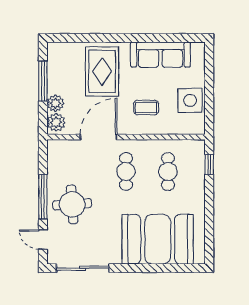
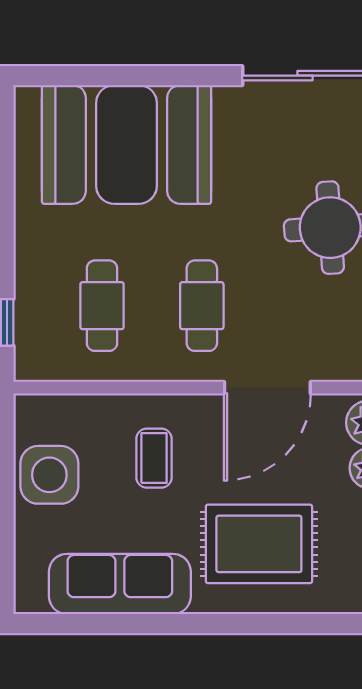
rug: (102, 71) -> (259, 544), turned 90
coffee table: (146, 107) -> (154, 458), turned 90

